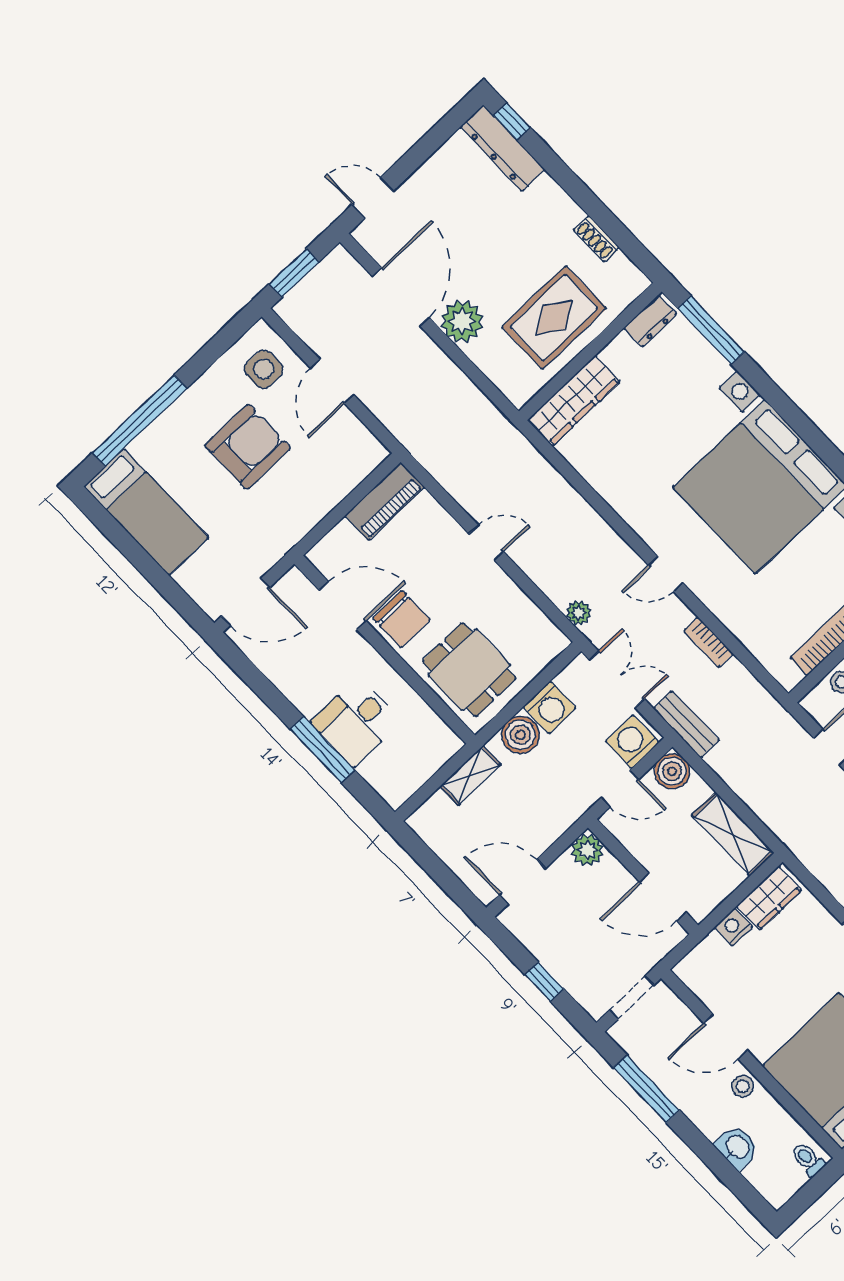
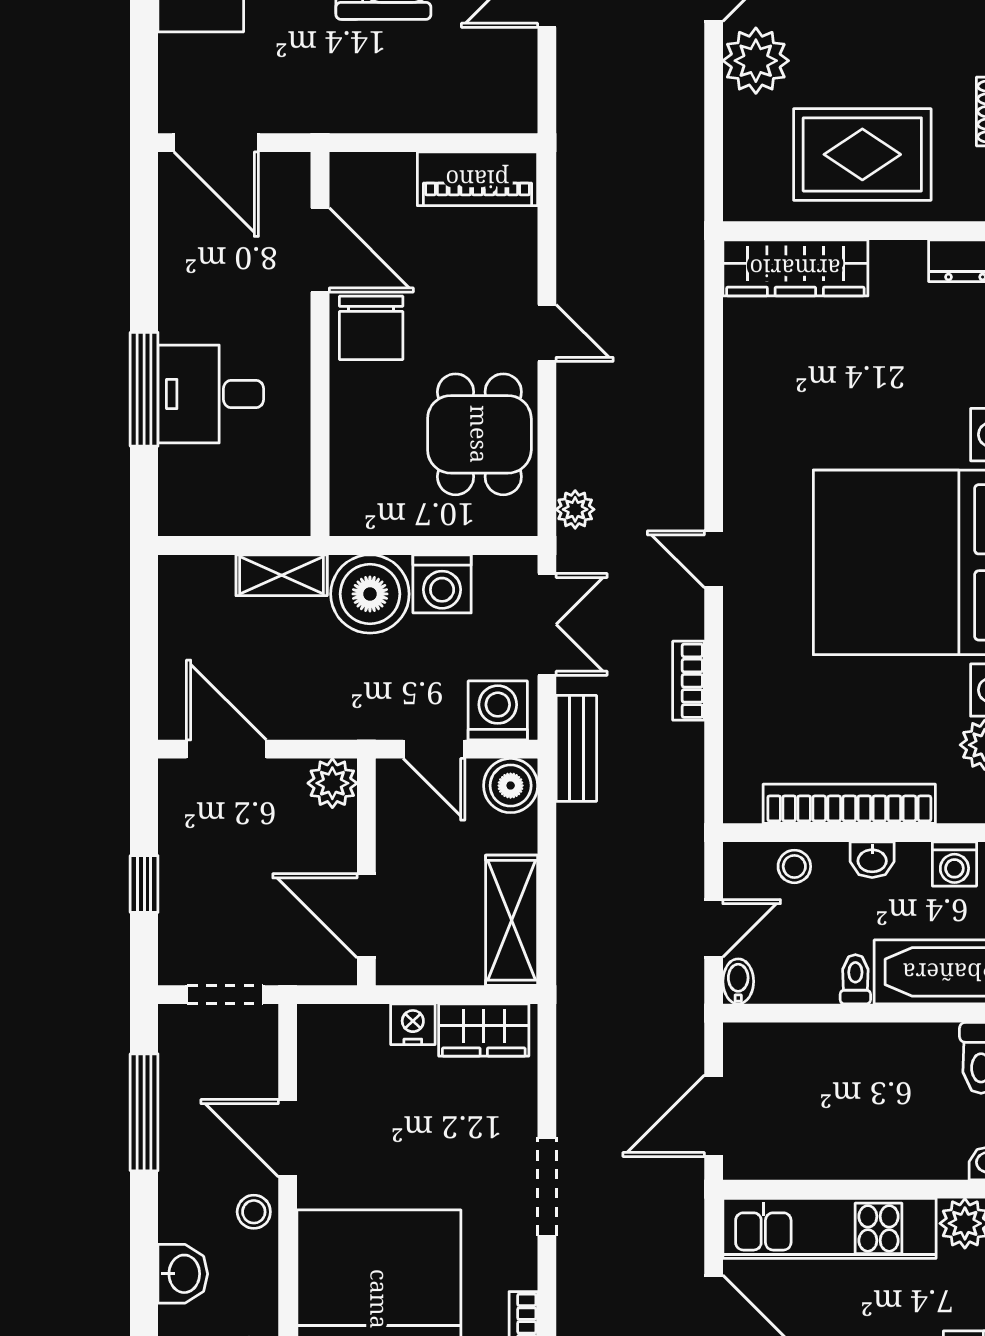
dining table: (469, 670) -> (479, 434), moved
boiler: (520, 735) -> (370, 594), width x1.37, depth x1.37

